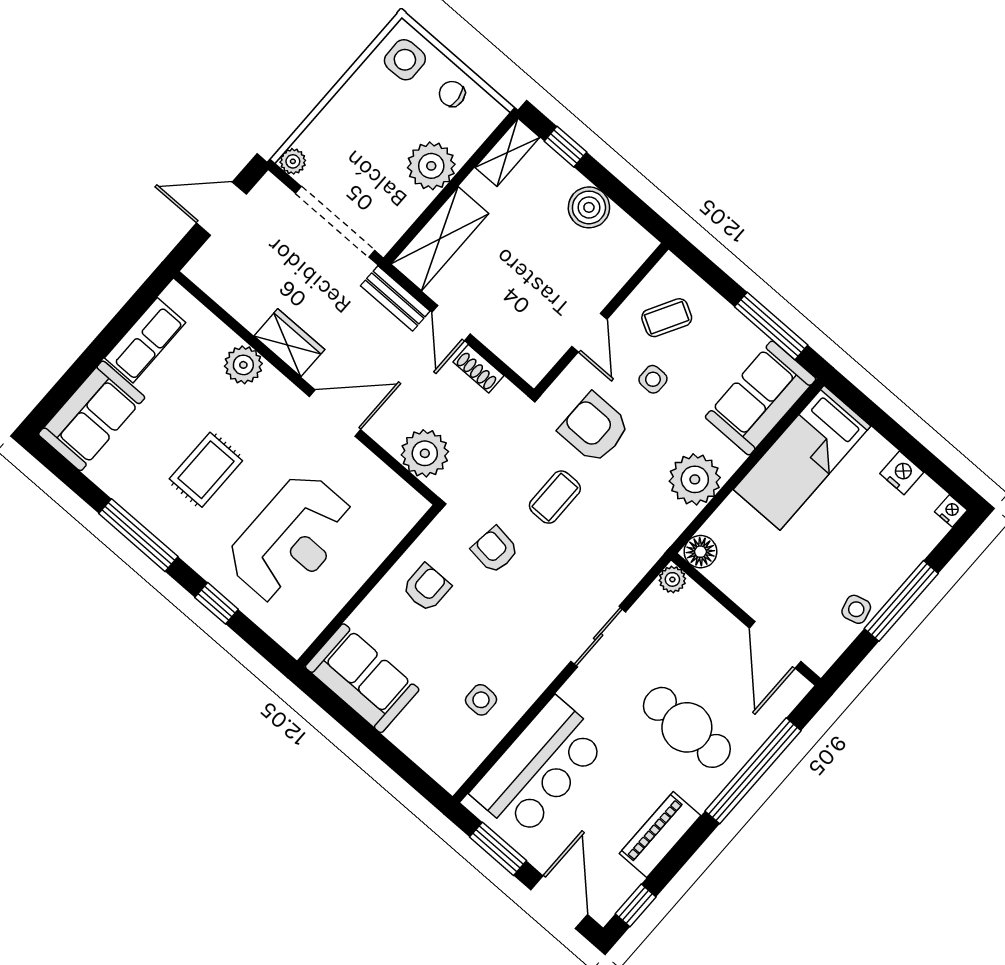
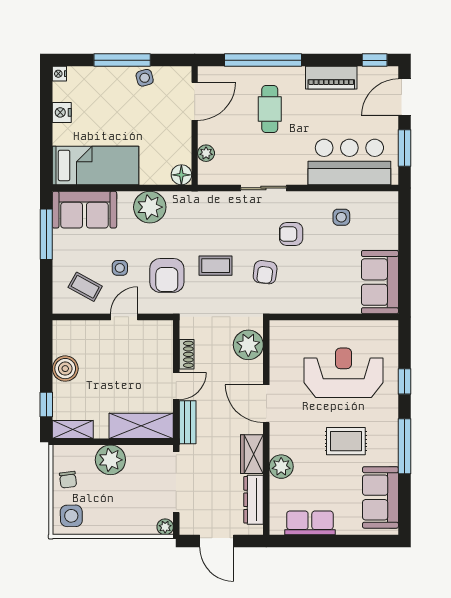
dresser: (232, 297) -> (254, 500), added
sofa: (92, 416) -> (380, 497), moved, turned -90
plant: (672, 579) -> (206, 153), moved
armchair: (427, 588) -> (291, 234), moved
cafe table: (687, 727) -> (270, 109), width x0.73, depth x0.74

